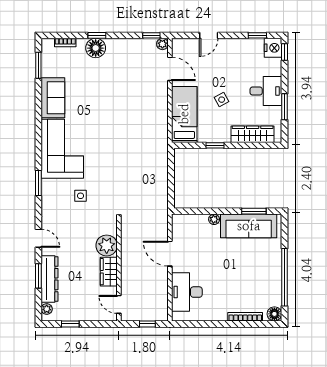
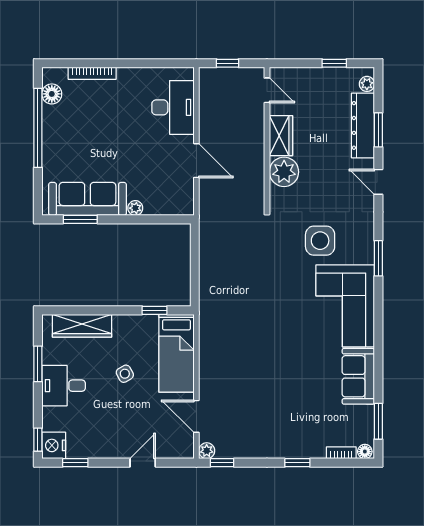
floor lamp: (96, 48) -> (365, 452), moved, width x0.53, depth x0.53
window: (215, 145) -> (155, 310), moved
side table: (81, 196) -> (320, 241), width x1.87, depth x1.87
floor lamp: (274, 314) -> (52, 94), moved

